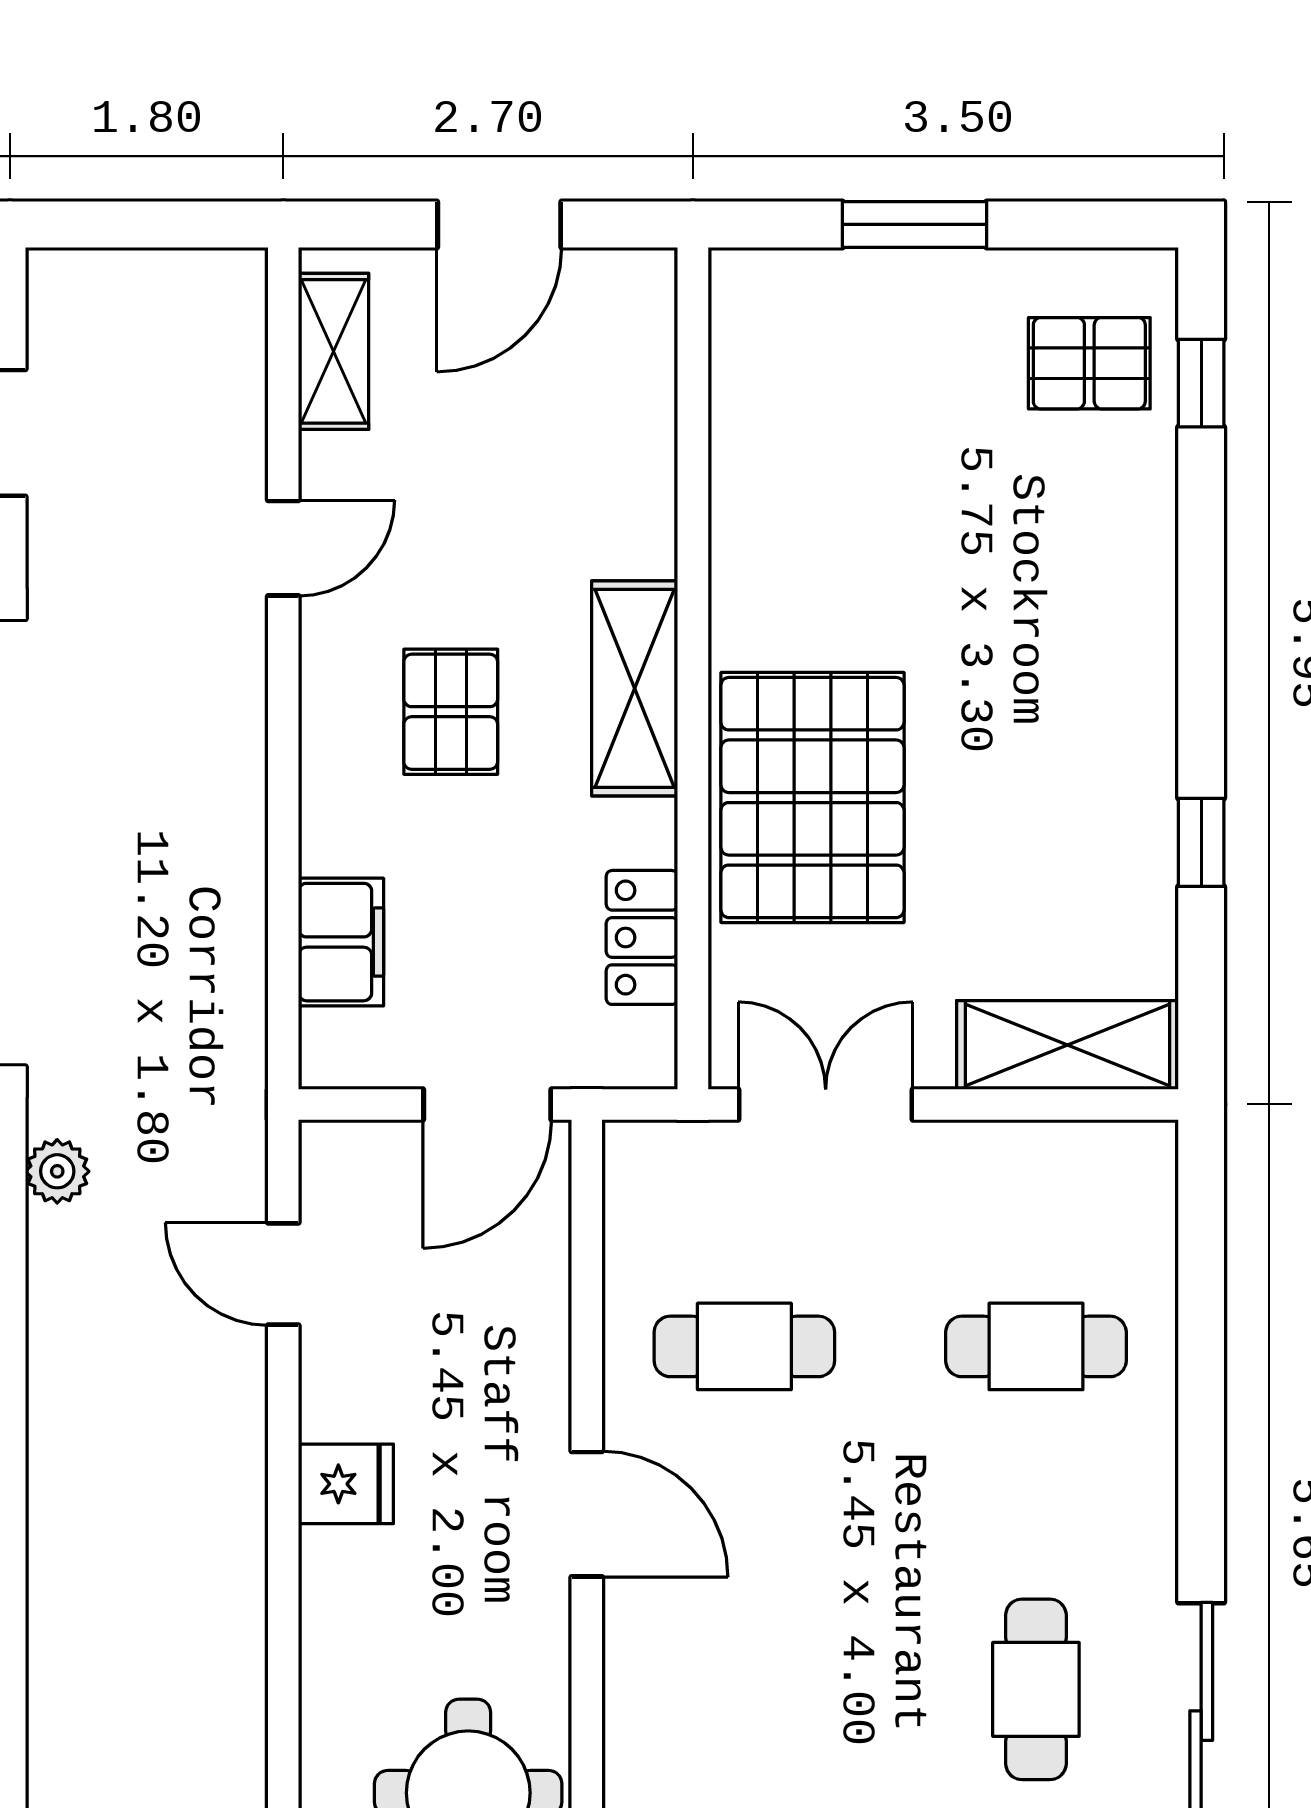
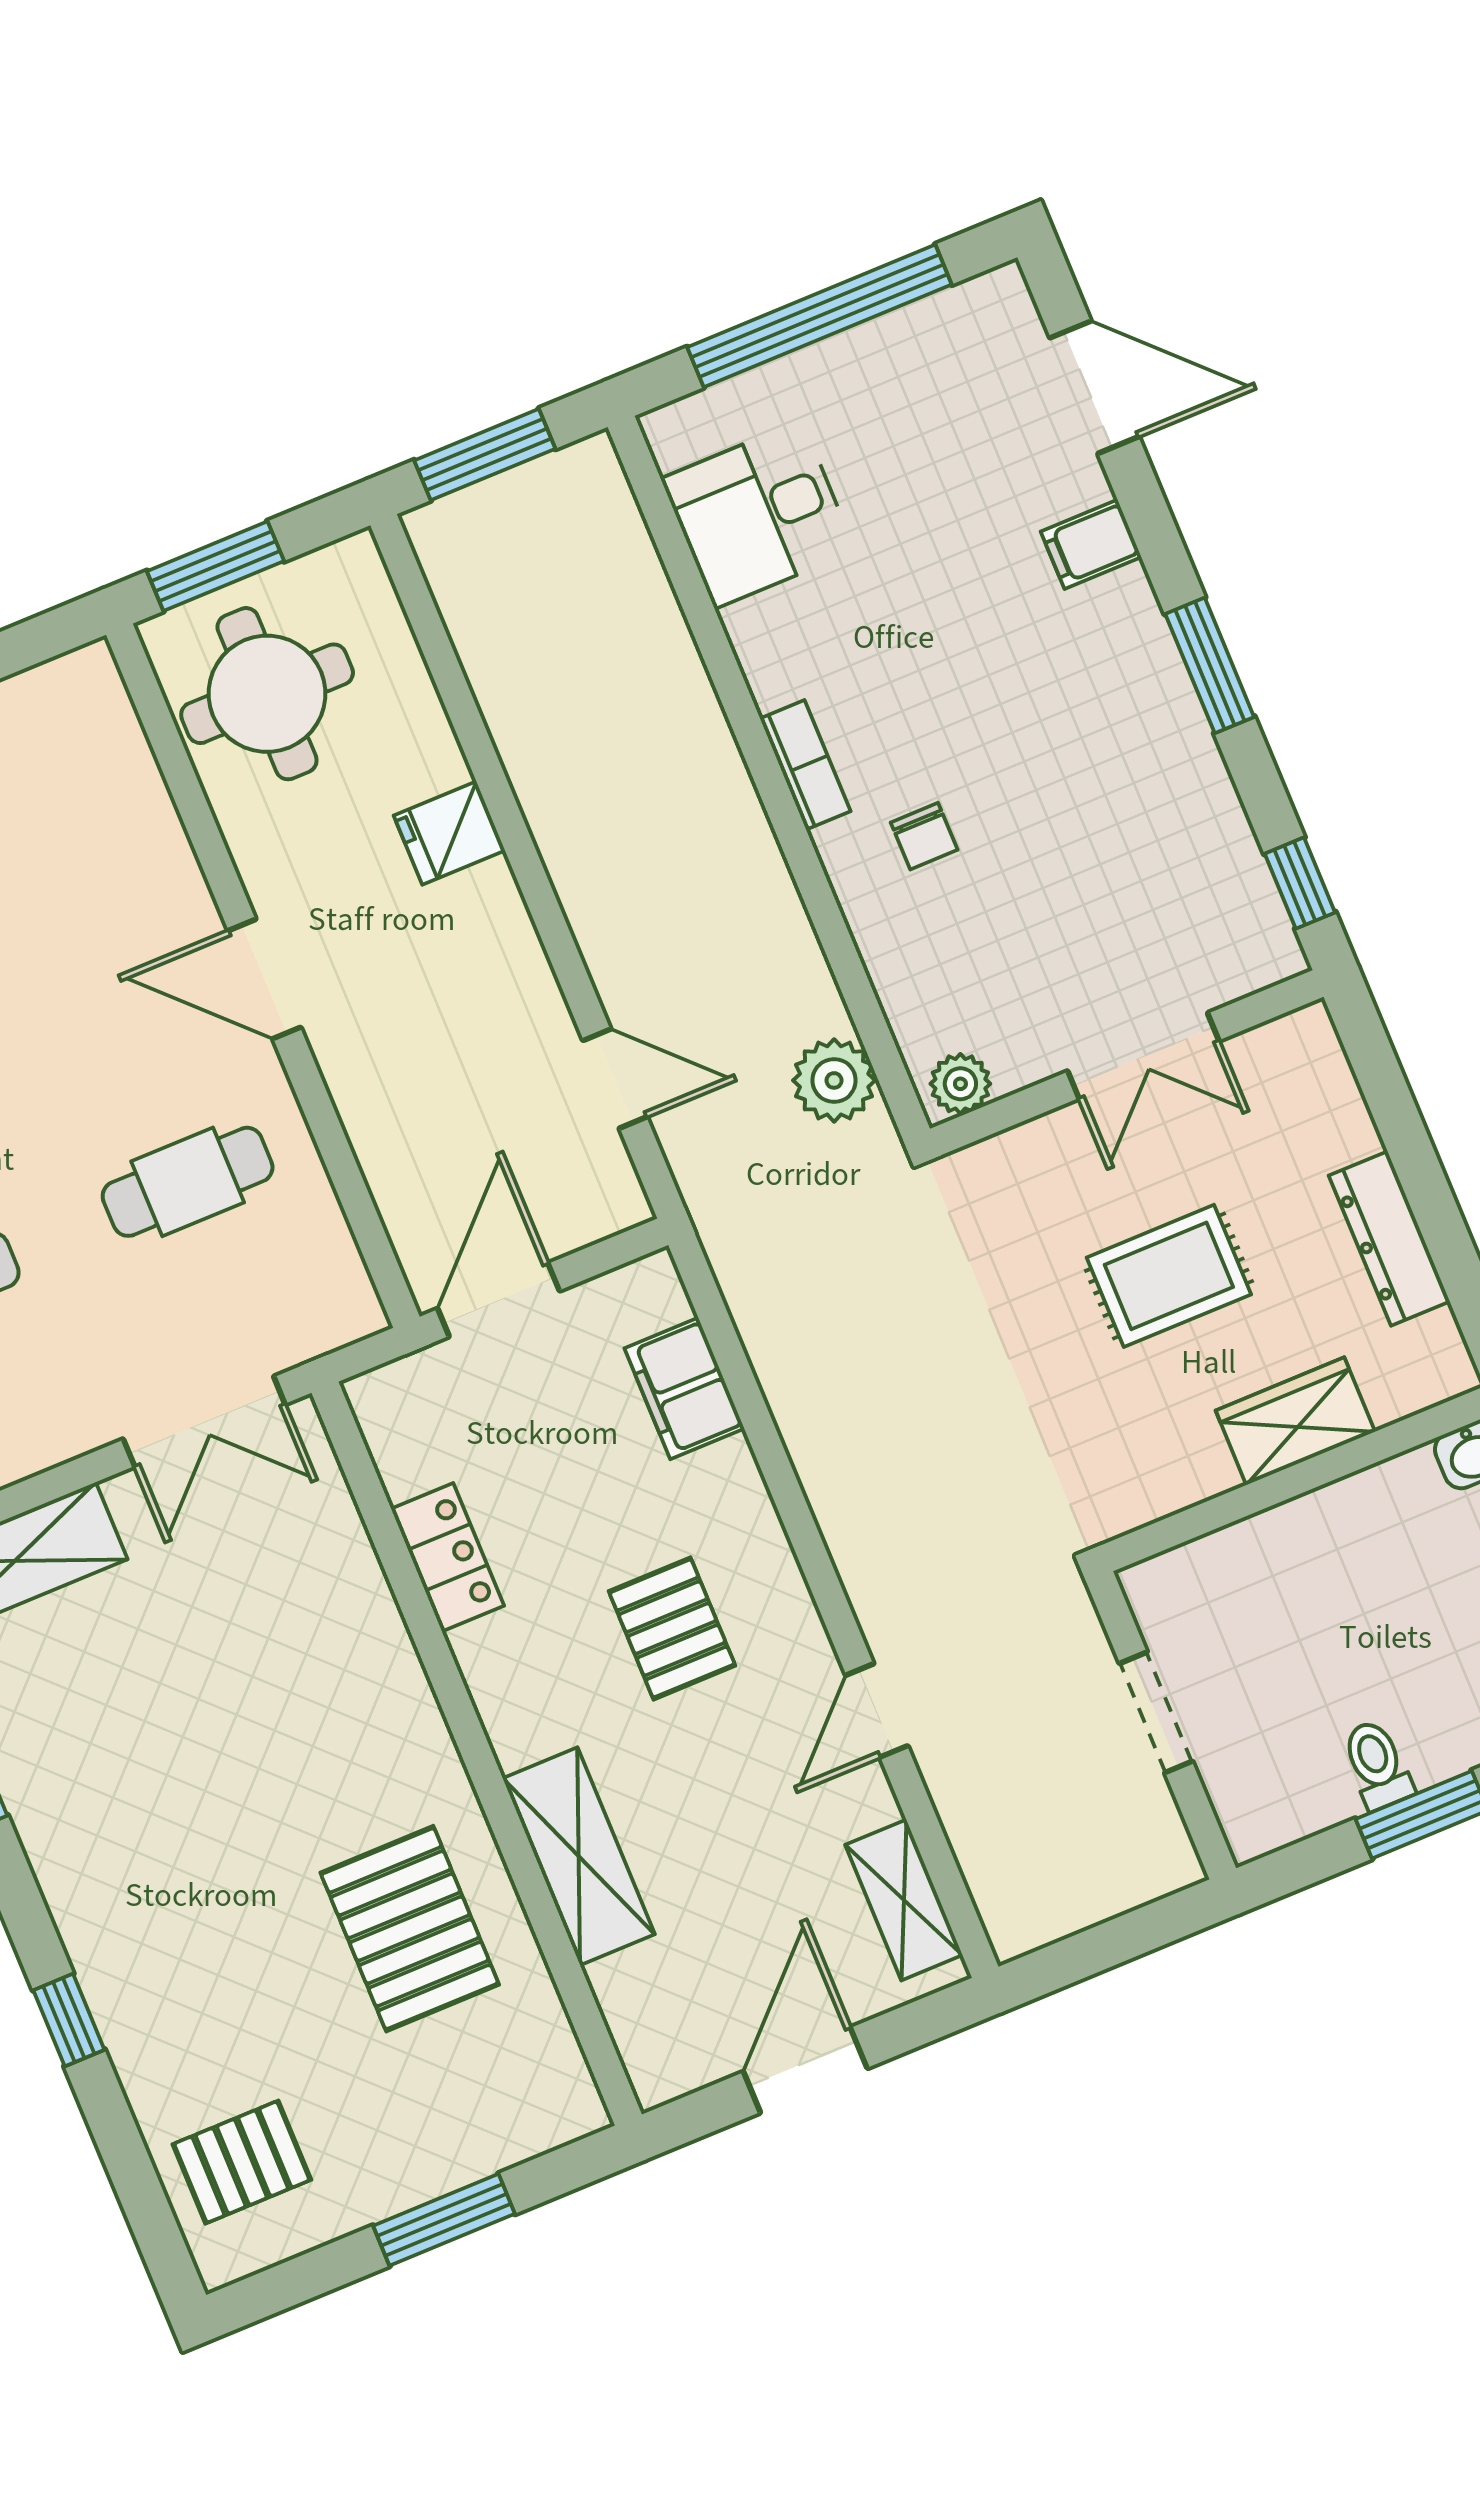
window: (1201, 383) -> (69, 2020), moved
shelving: (635, 688) -> (579, 1856), moved
pallet: (812, 798) -> (410, 1929), moved, width x0.73, depth x0.71
locker: (642, 937) -> (447, 1557), moved
plant: (57, 1171) -> (834, 1080), width x1.38, depth x1.38
fridge: (346, 1484) -> (449, 833), moved

